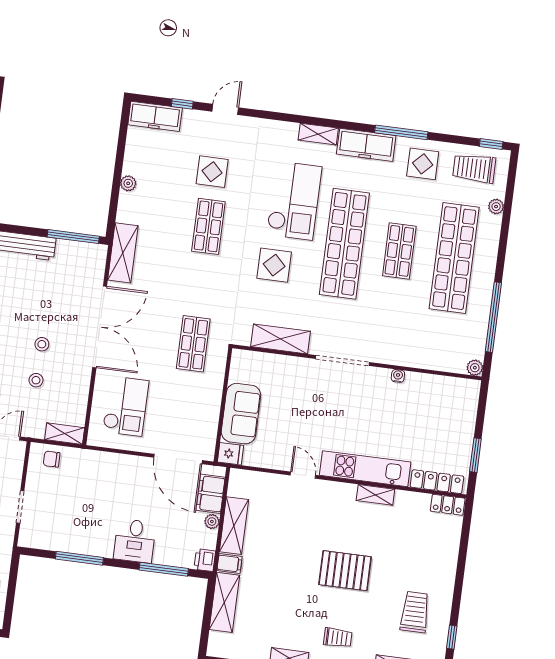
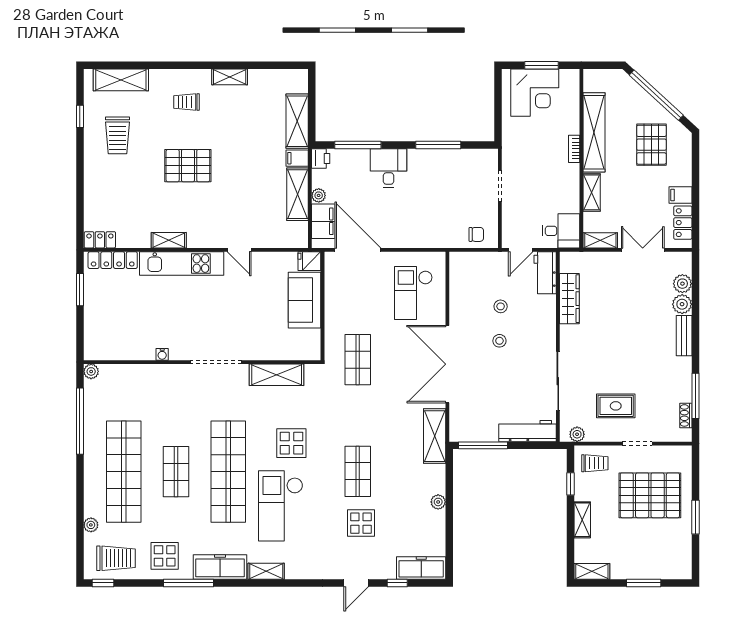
shelving: (65, 434) -> (467, 260), removed

